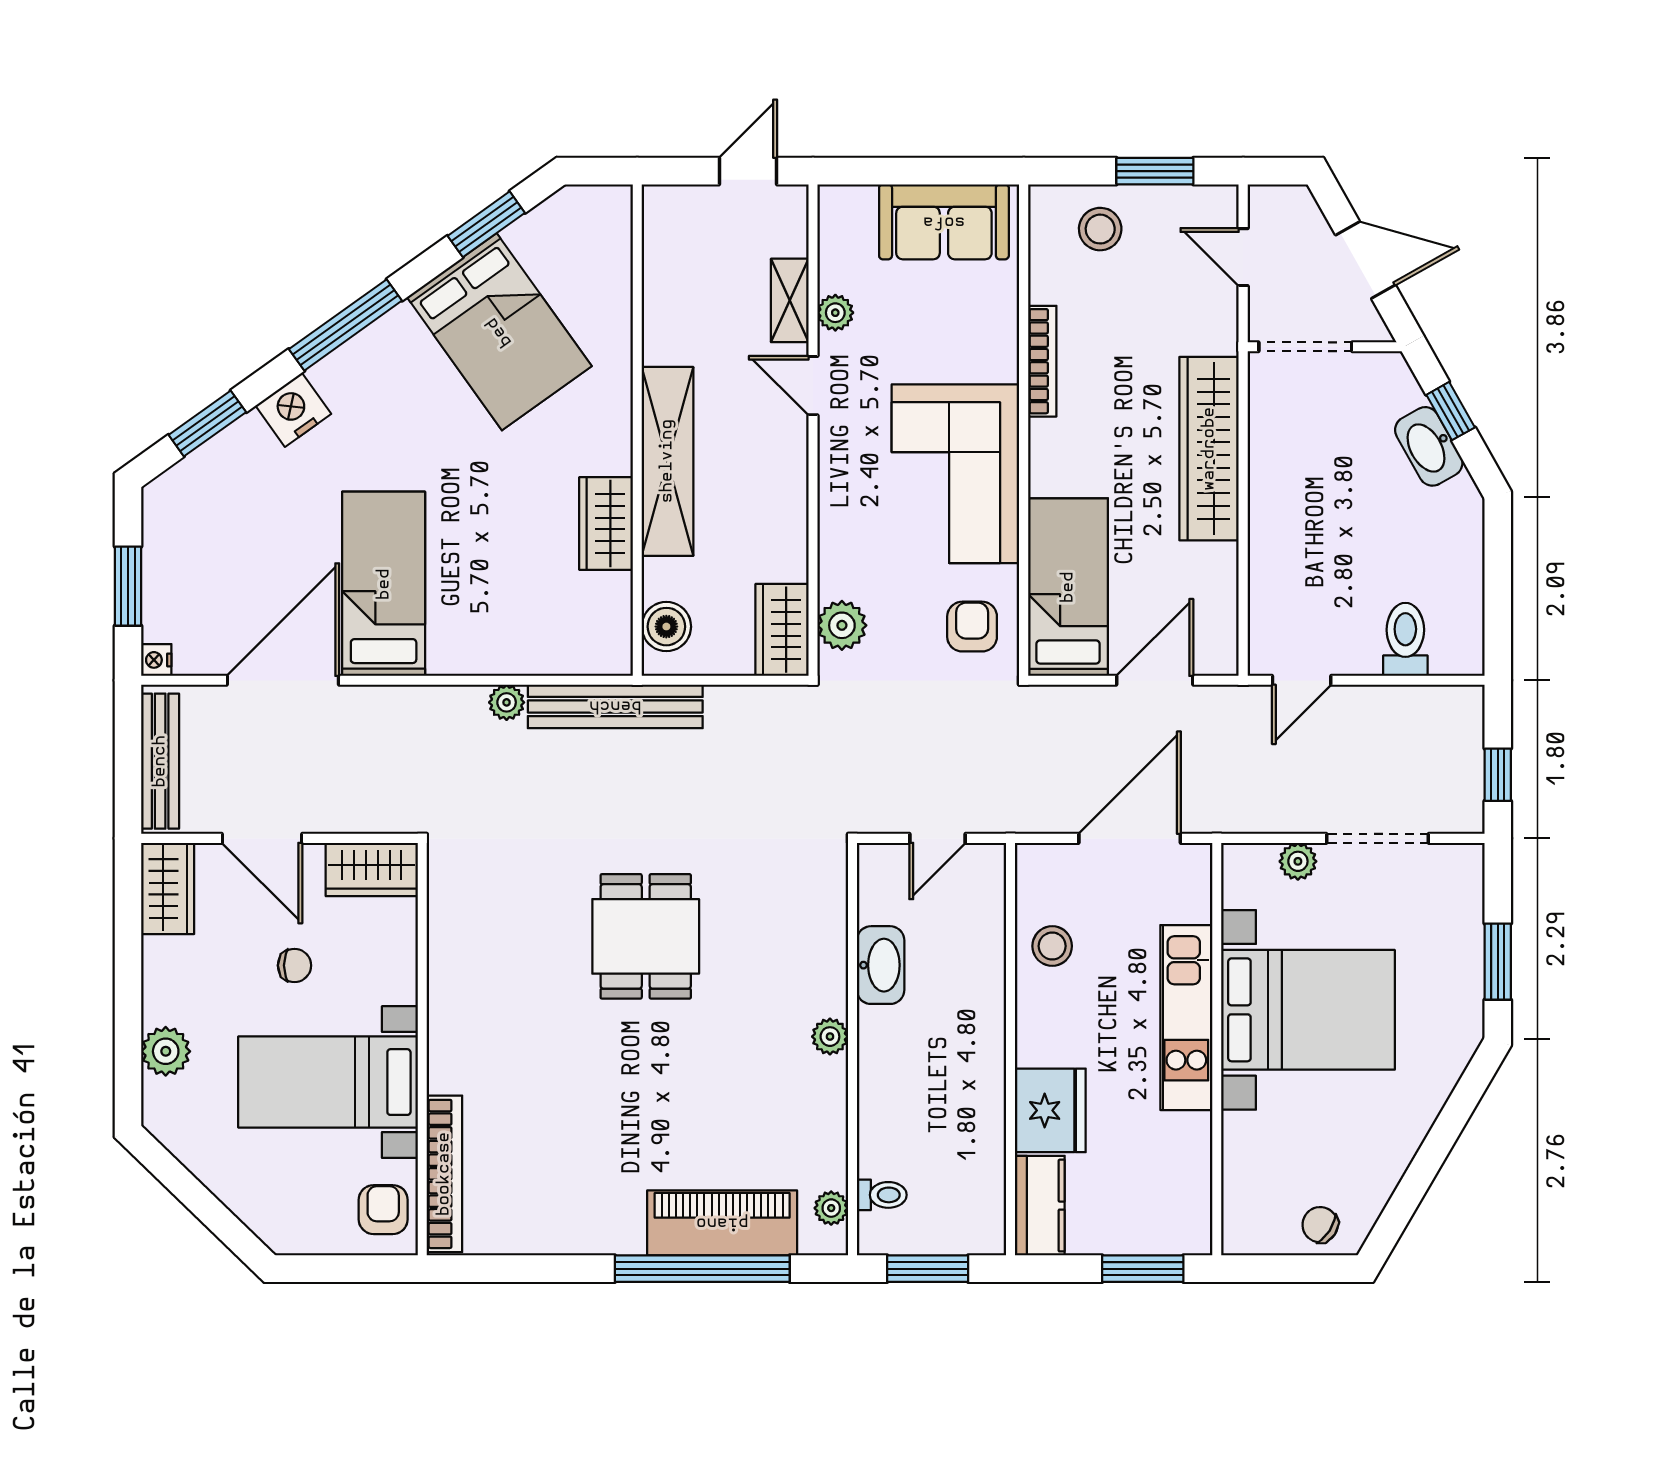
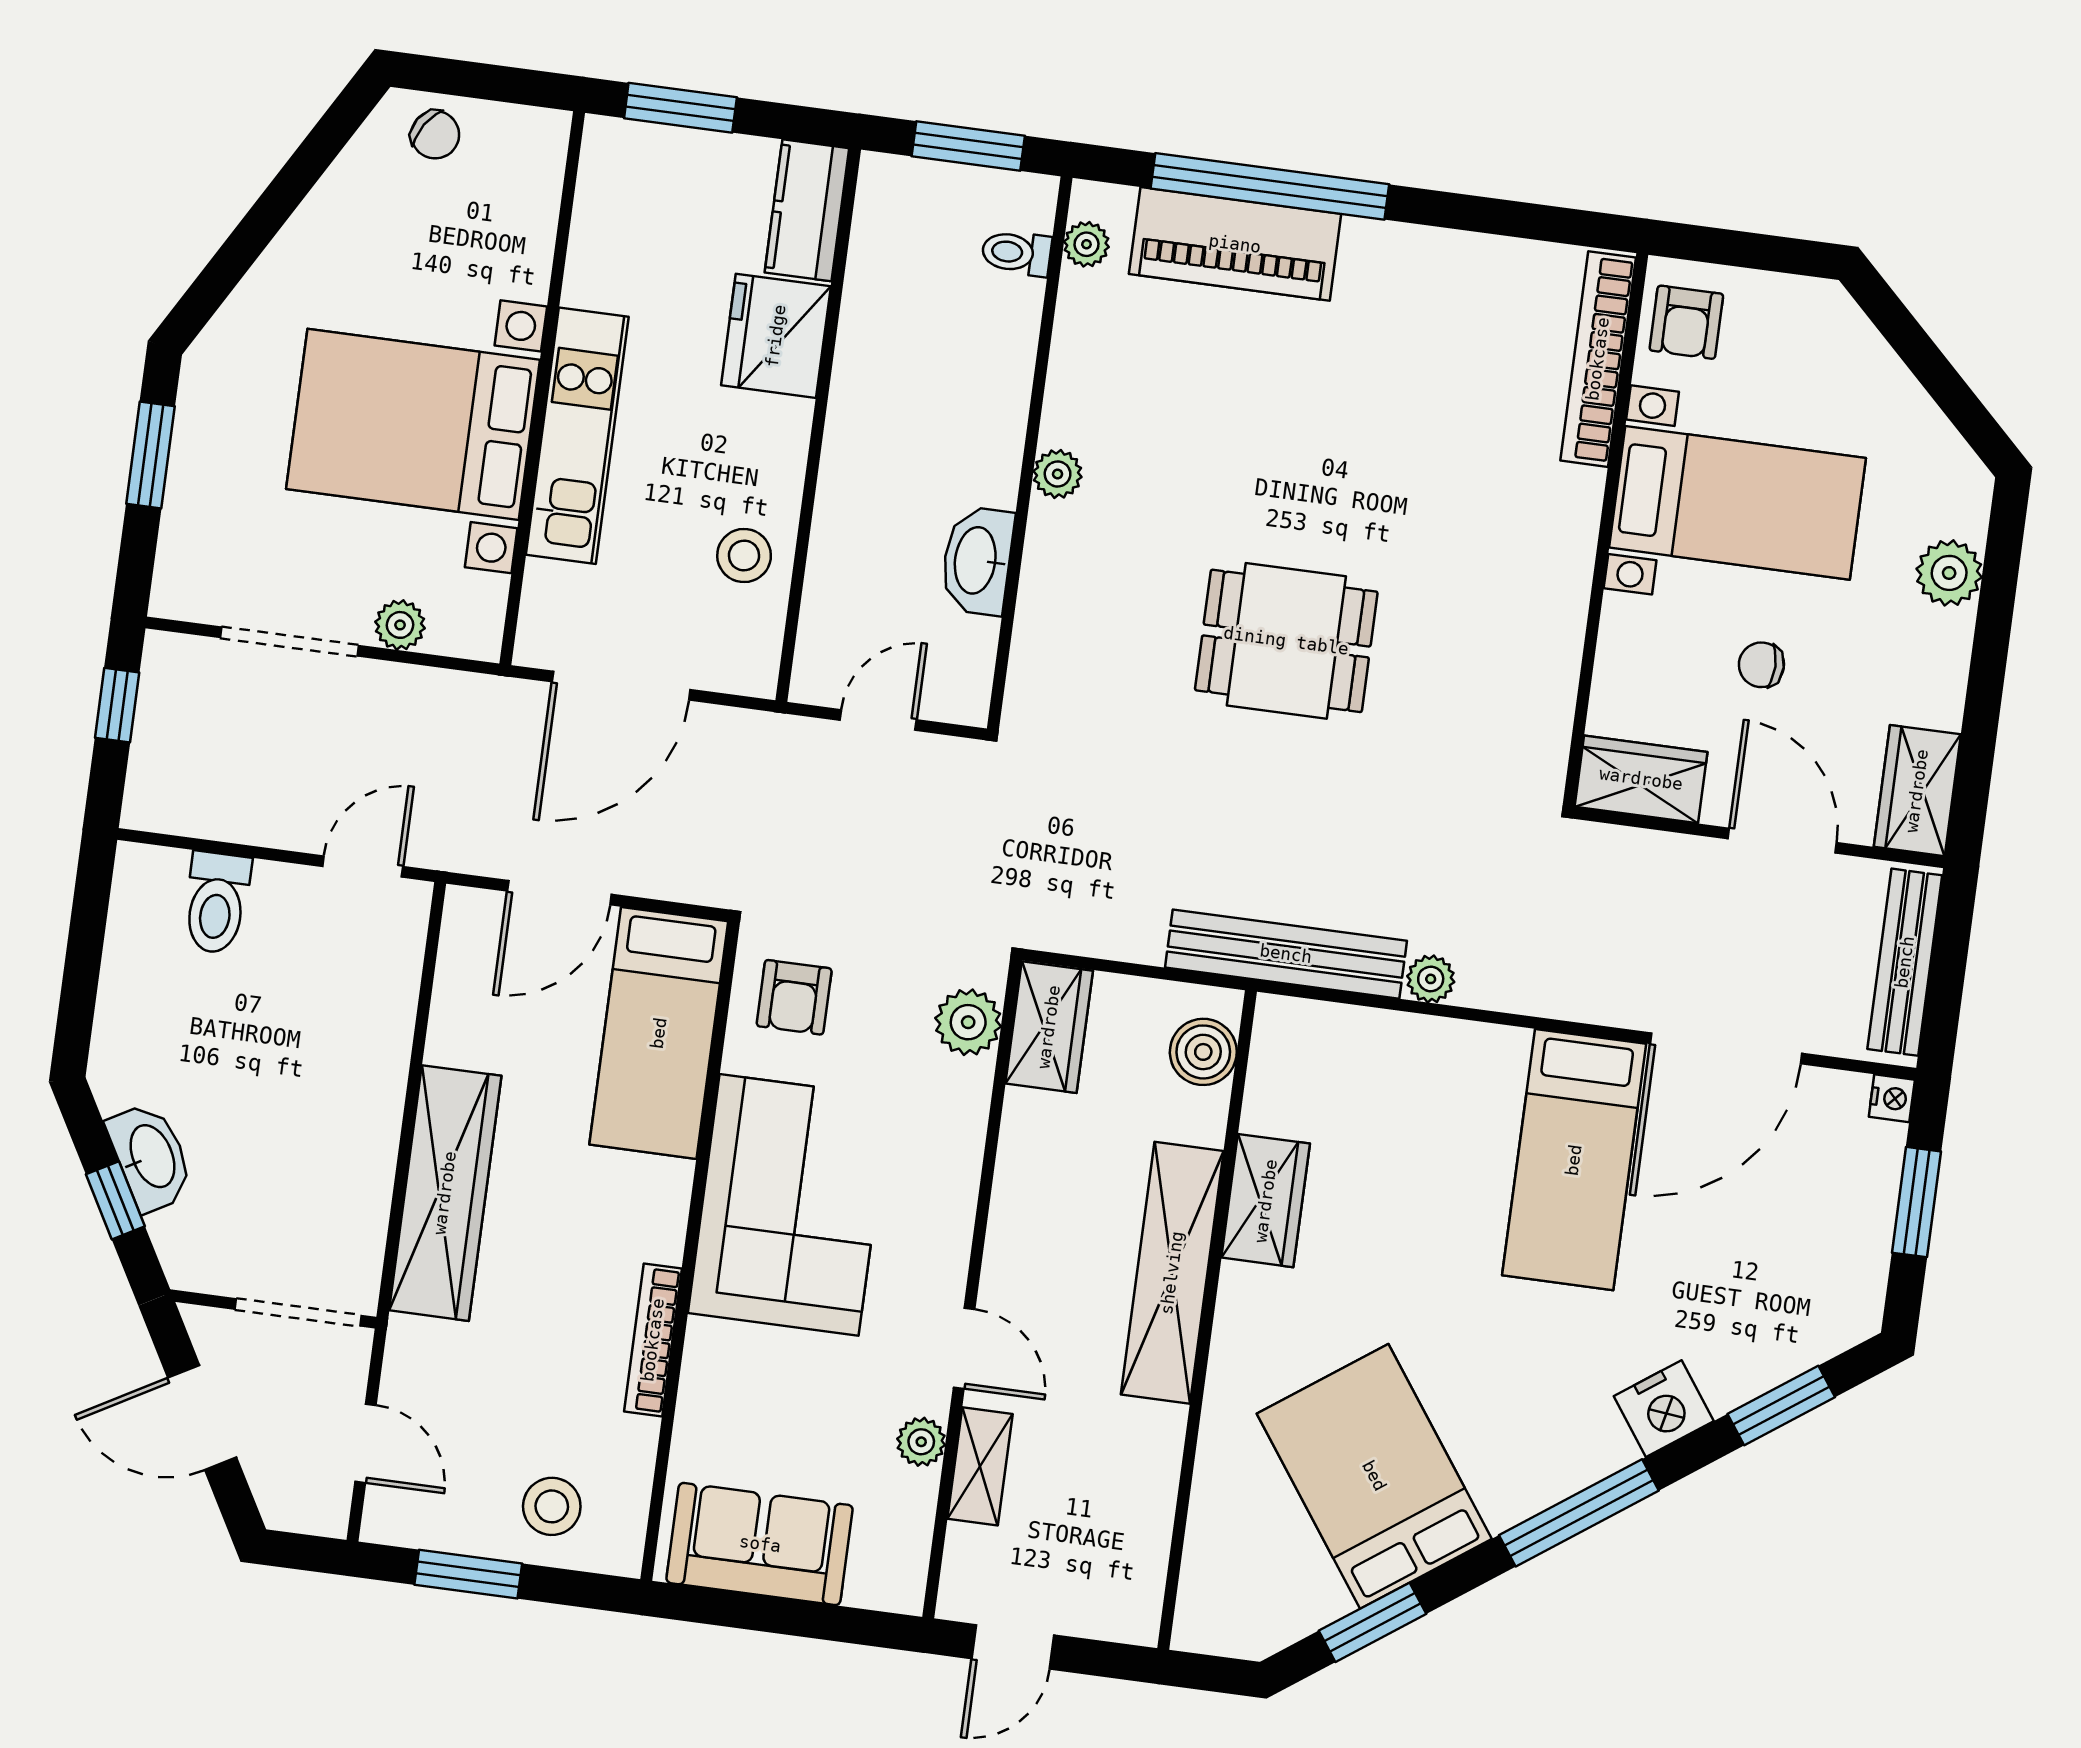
dining table: (646, 936) -> (1286, 641), turned 90

